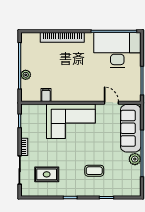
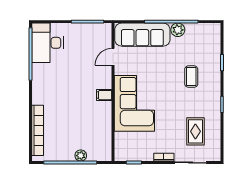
bookcase: (62, 37) -> (38, 130), moved
desk: (117, 50) -> (47, 43), width x0.73, depth x0.77
filing cabinet: (46, 95) -> (104, 95), moved

